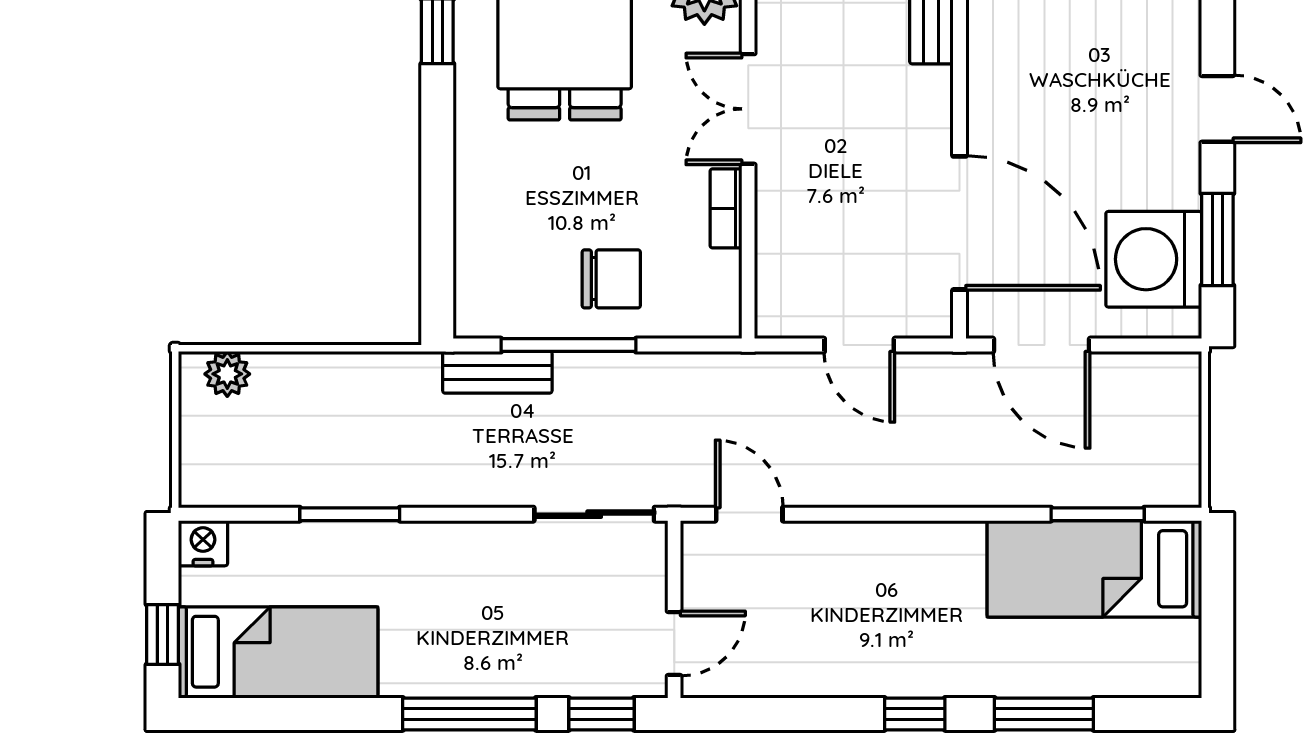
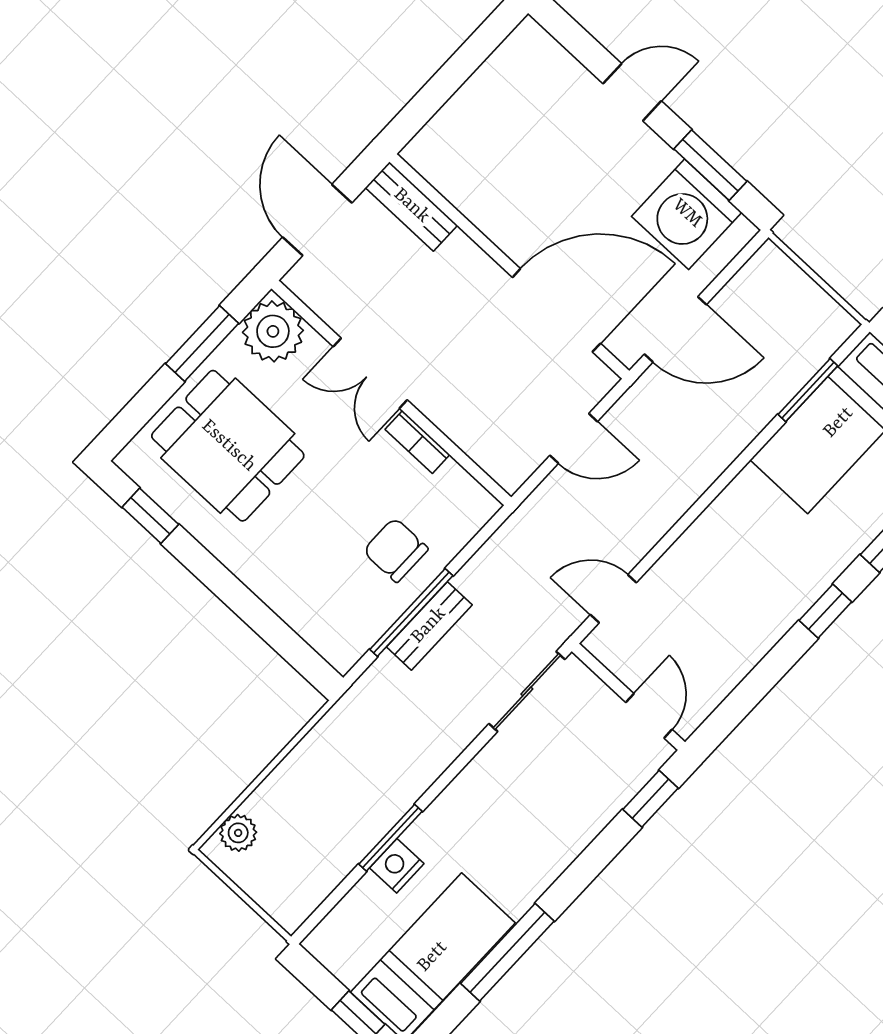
chair: (611, 279) -> (396, 550), turned -90
bench: (497, 372) -> (429, 626), moved
nightstand: (203, 543) -> (397, 866), moved
window: (469, 714) -> (507, 952), moved

